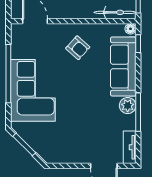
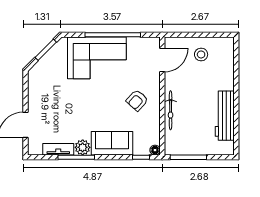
bicycle: (115, 12) -> (171, 110), moved
sofa: (123, 67) -> (112, 143), width x0.73
tv unit: (130, 147) -> (58, 149), moved

